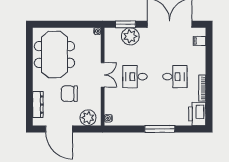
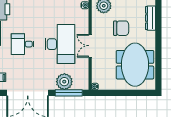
window: (126, 24) -> (69, 93), width x1.44
desk: (135, 77) -> (60, 44), width x1.87, depth x1.30

